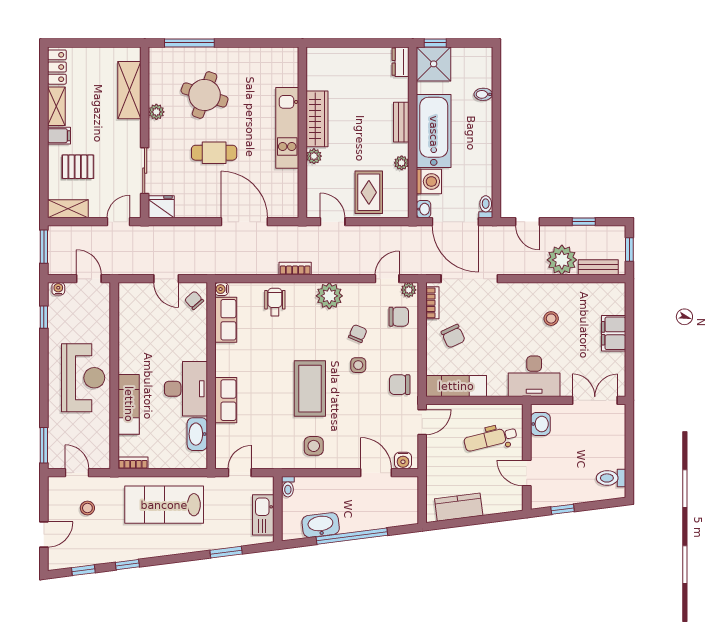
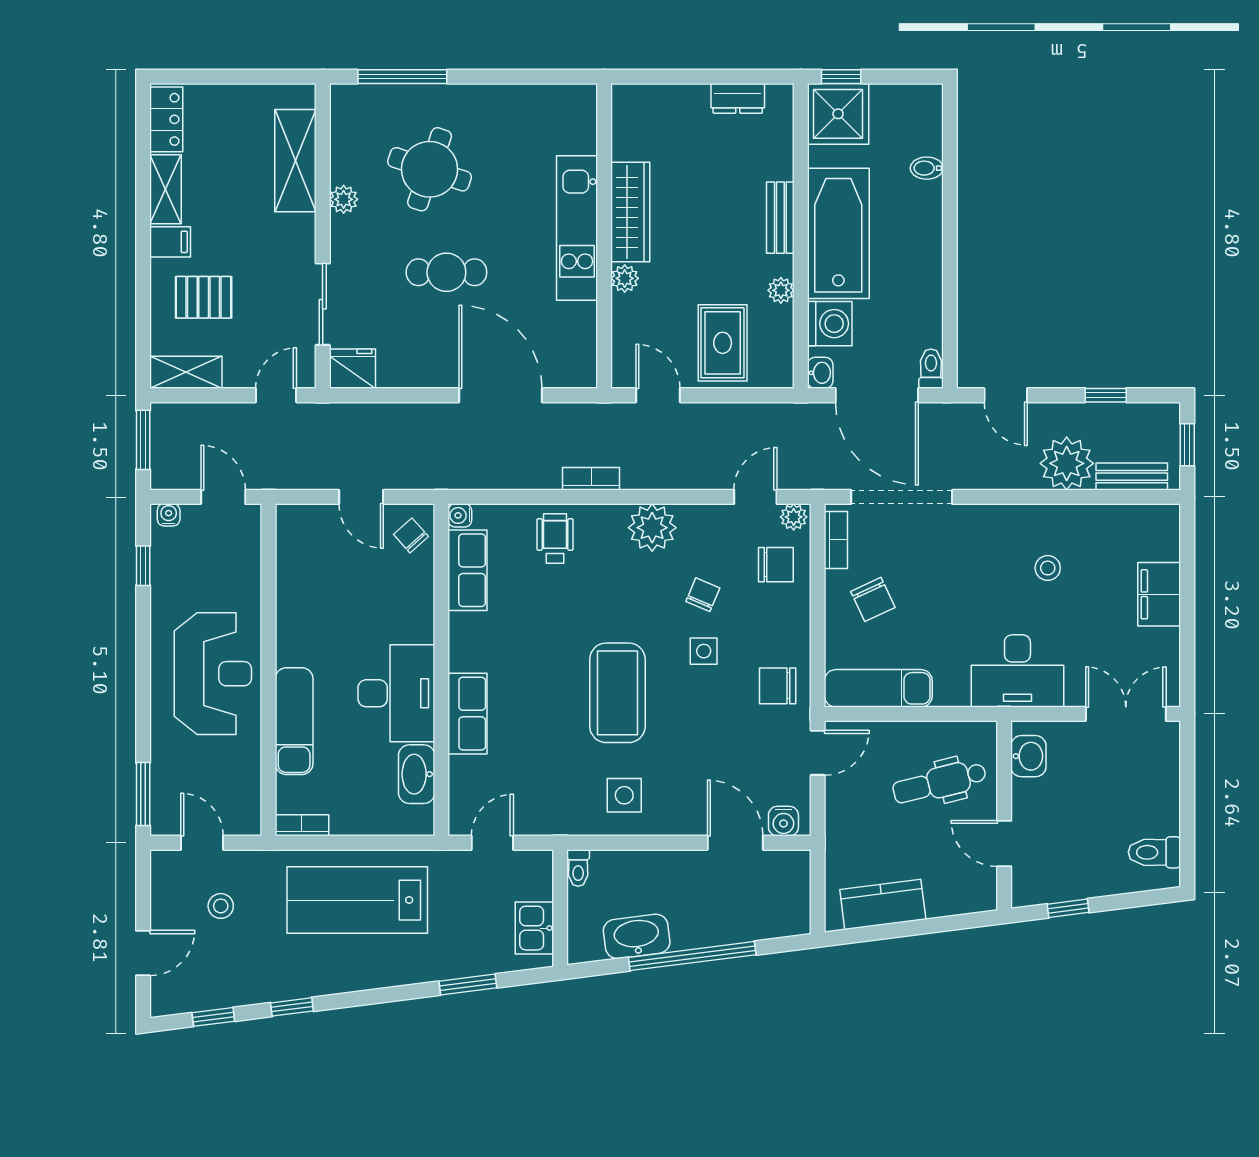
dresser: (400, 62) -> (738, 98), moved, turned -90
kitchen sink: (263, 515) -> (534, 928), width x0.73

